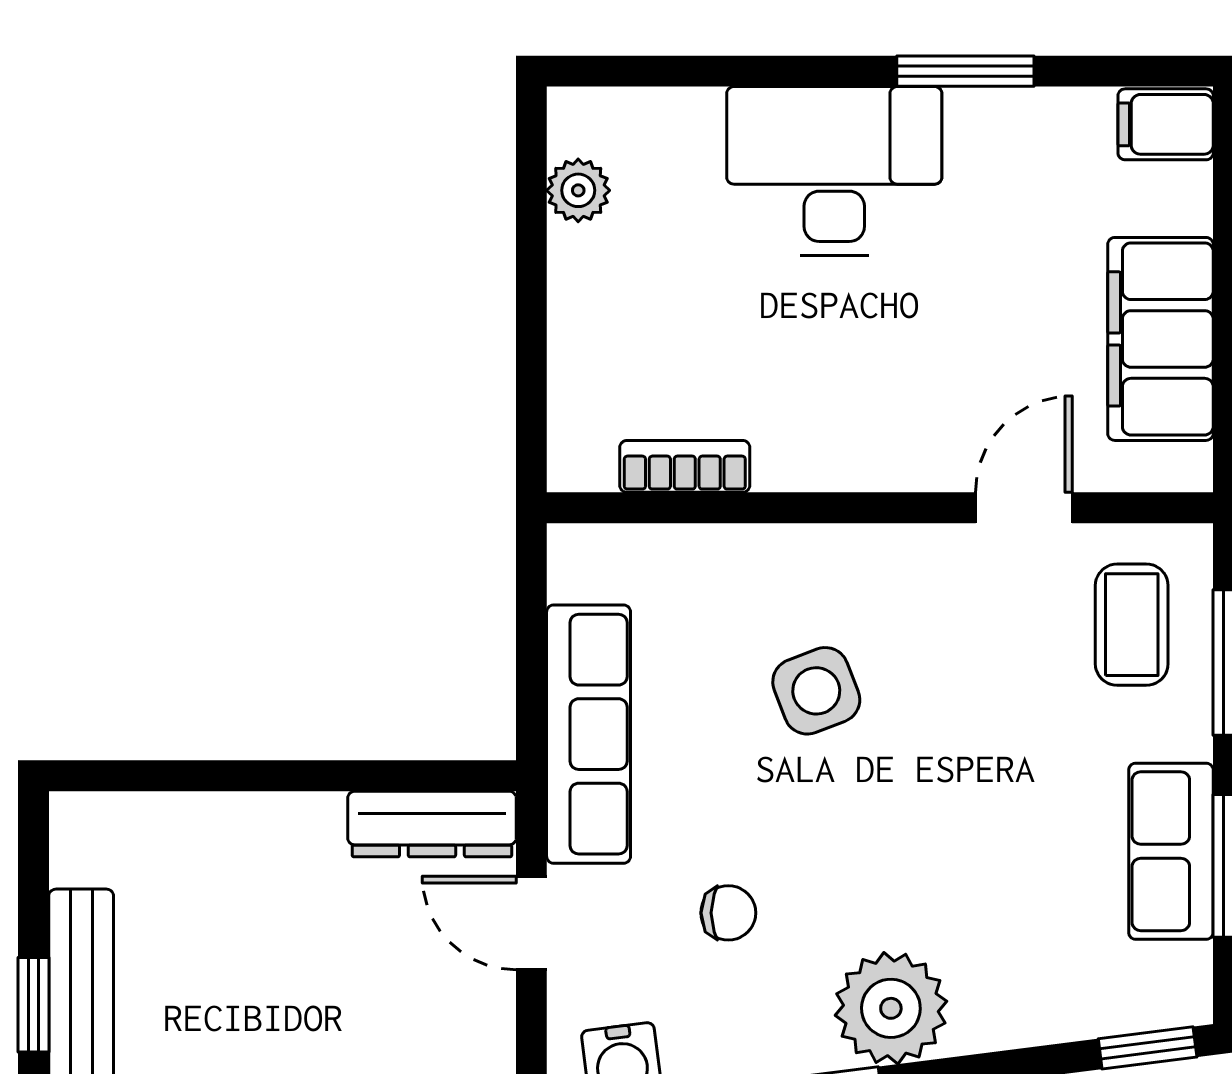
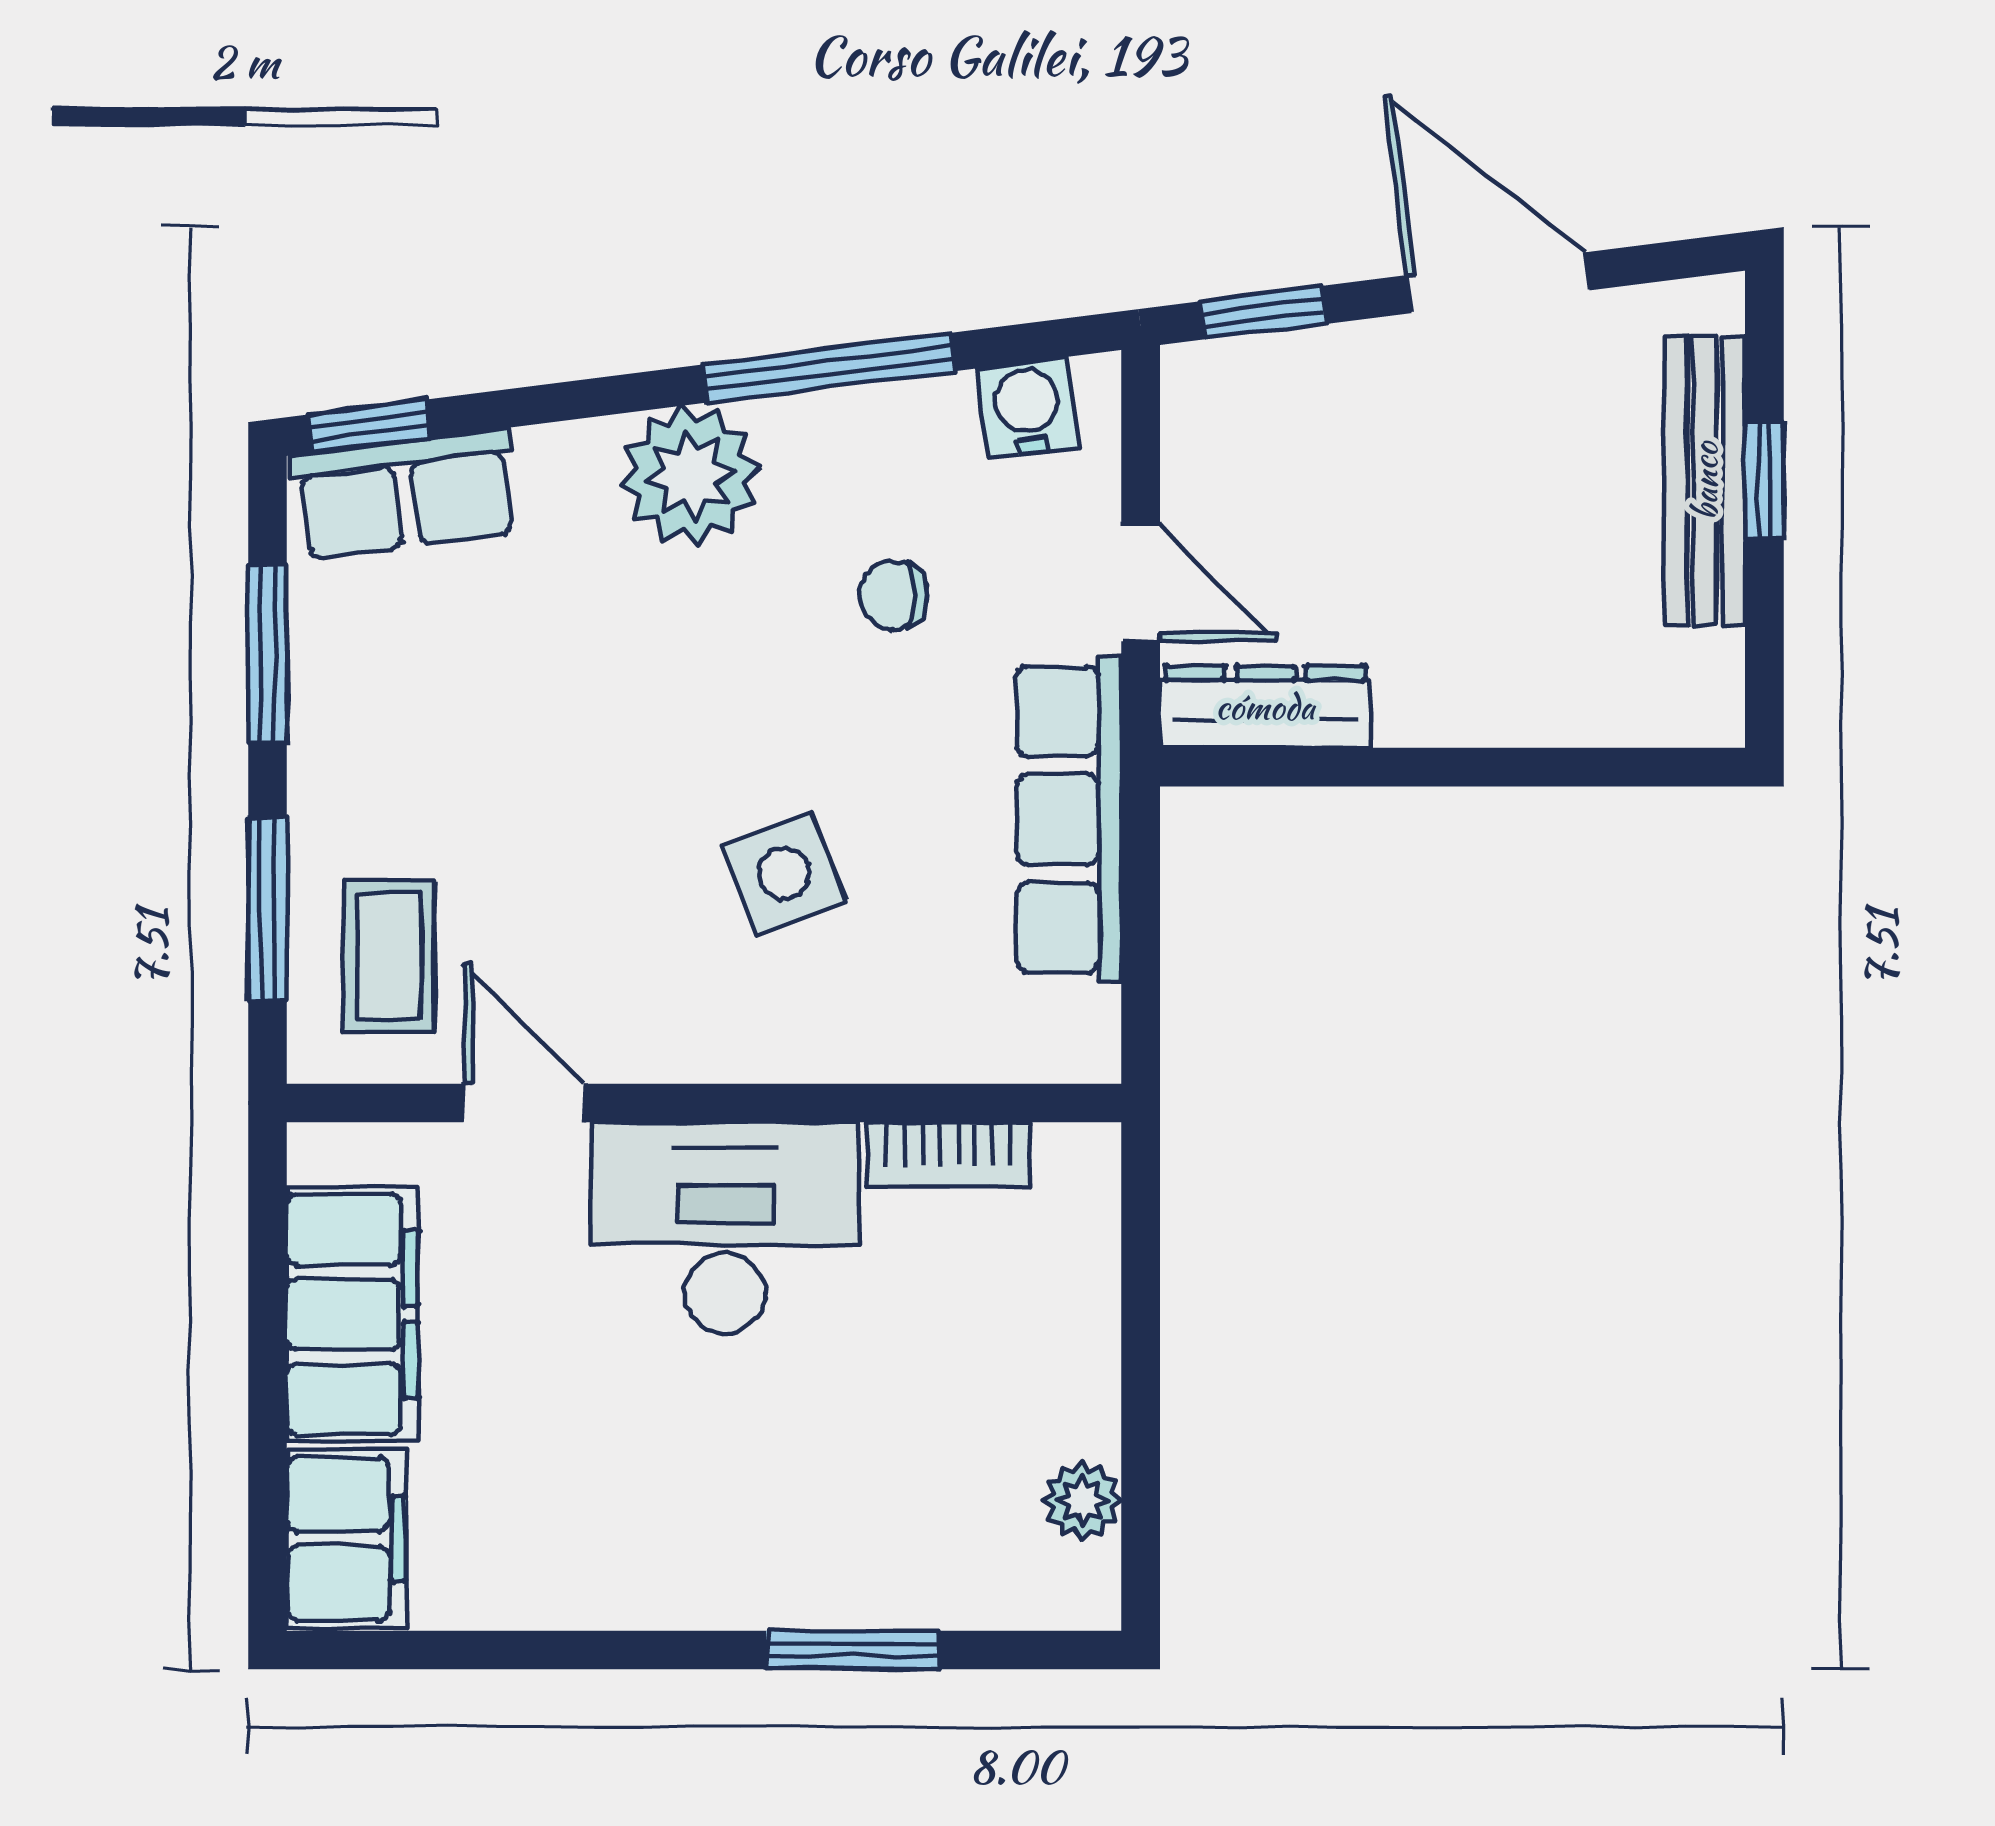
window: (965, 71) -> (852, 1650), moved
filing cabinet: (1166, 124) -> (346, 1539), width x2.00
desk: (834, 171) -> (725, 1228), moved, turned 180
door: (1024, 508) -> (524, 1103), swing flipped
row of seats: (1171, 851) -> (405, 494), moved, turned 83

